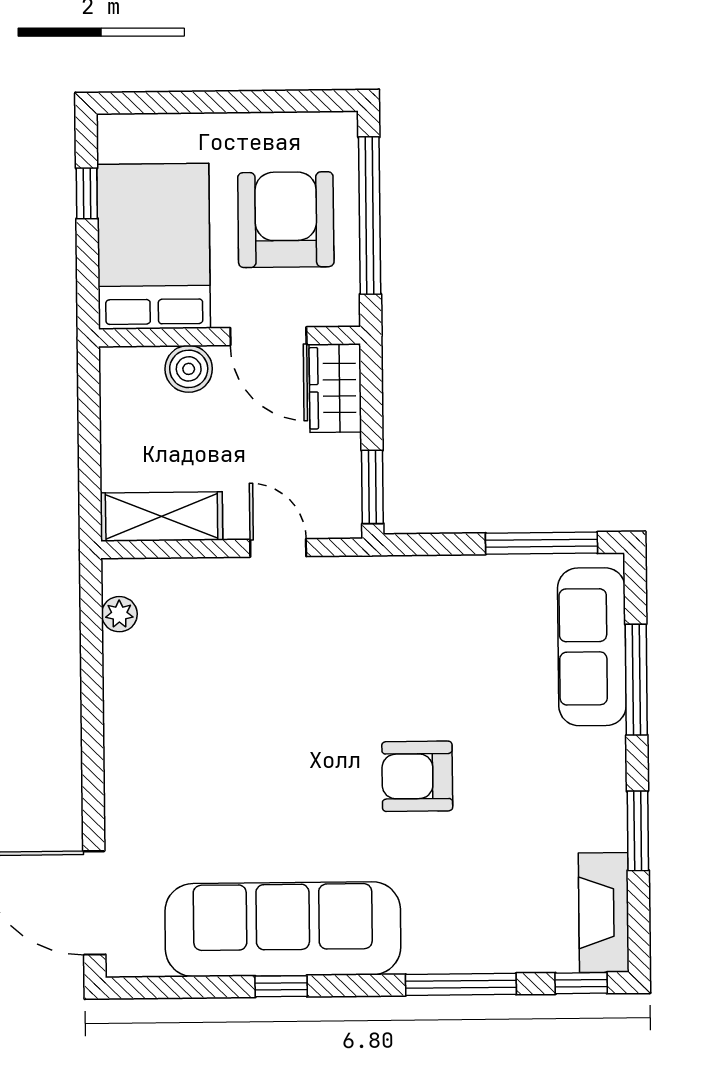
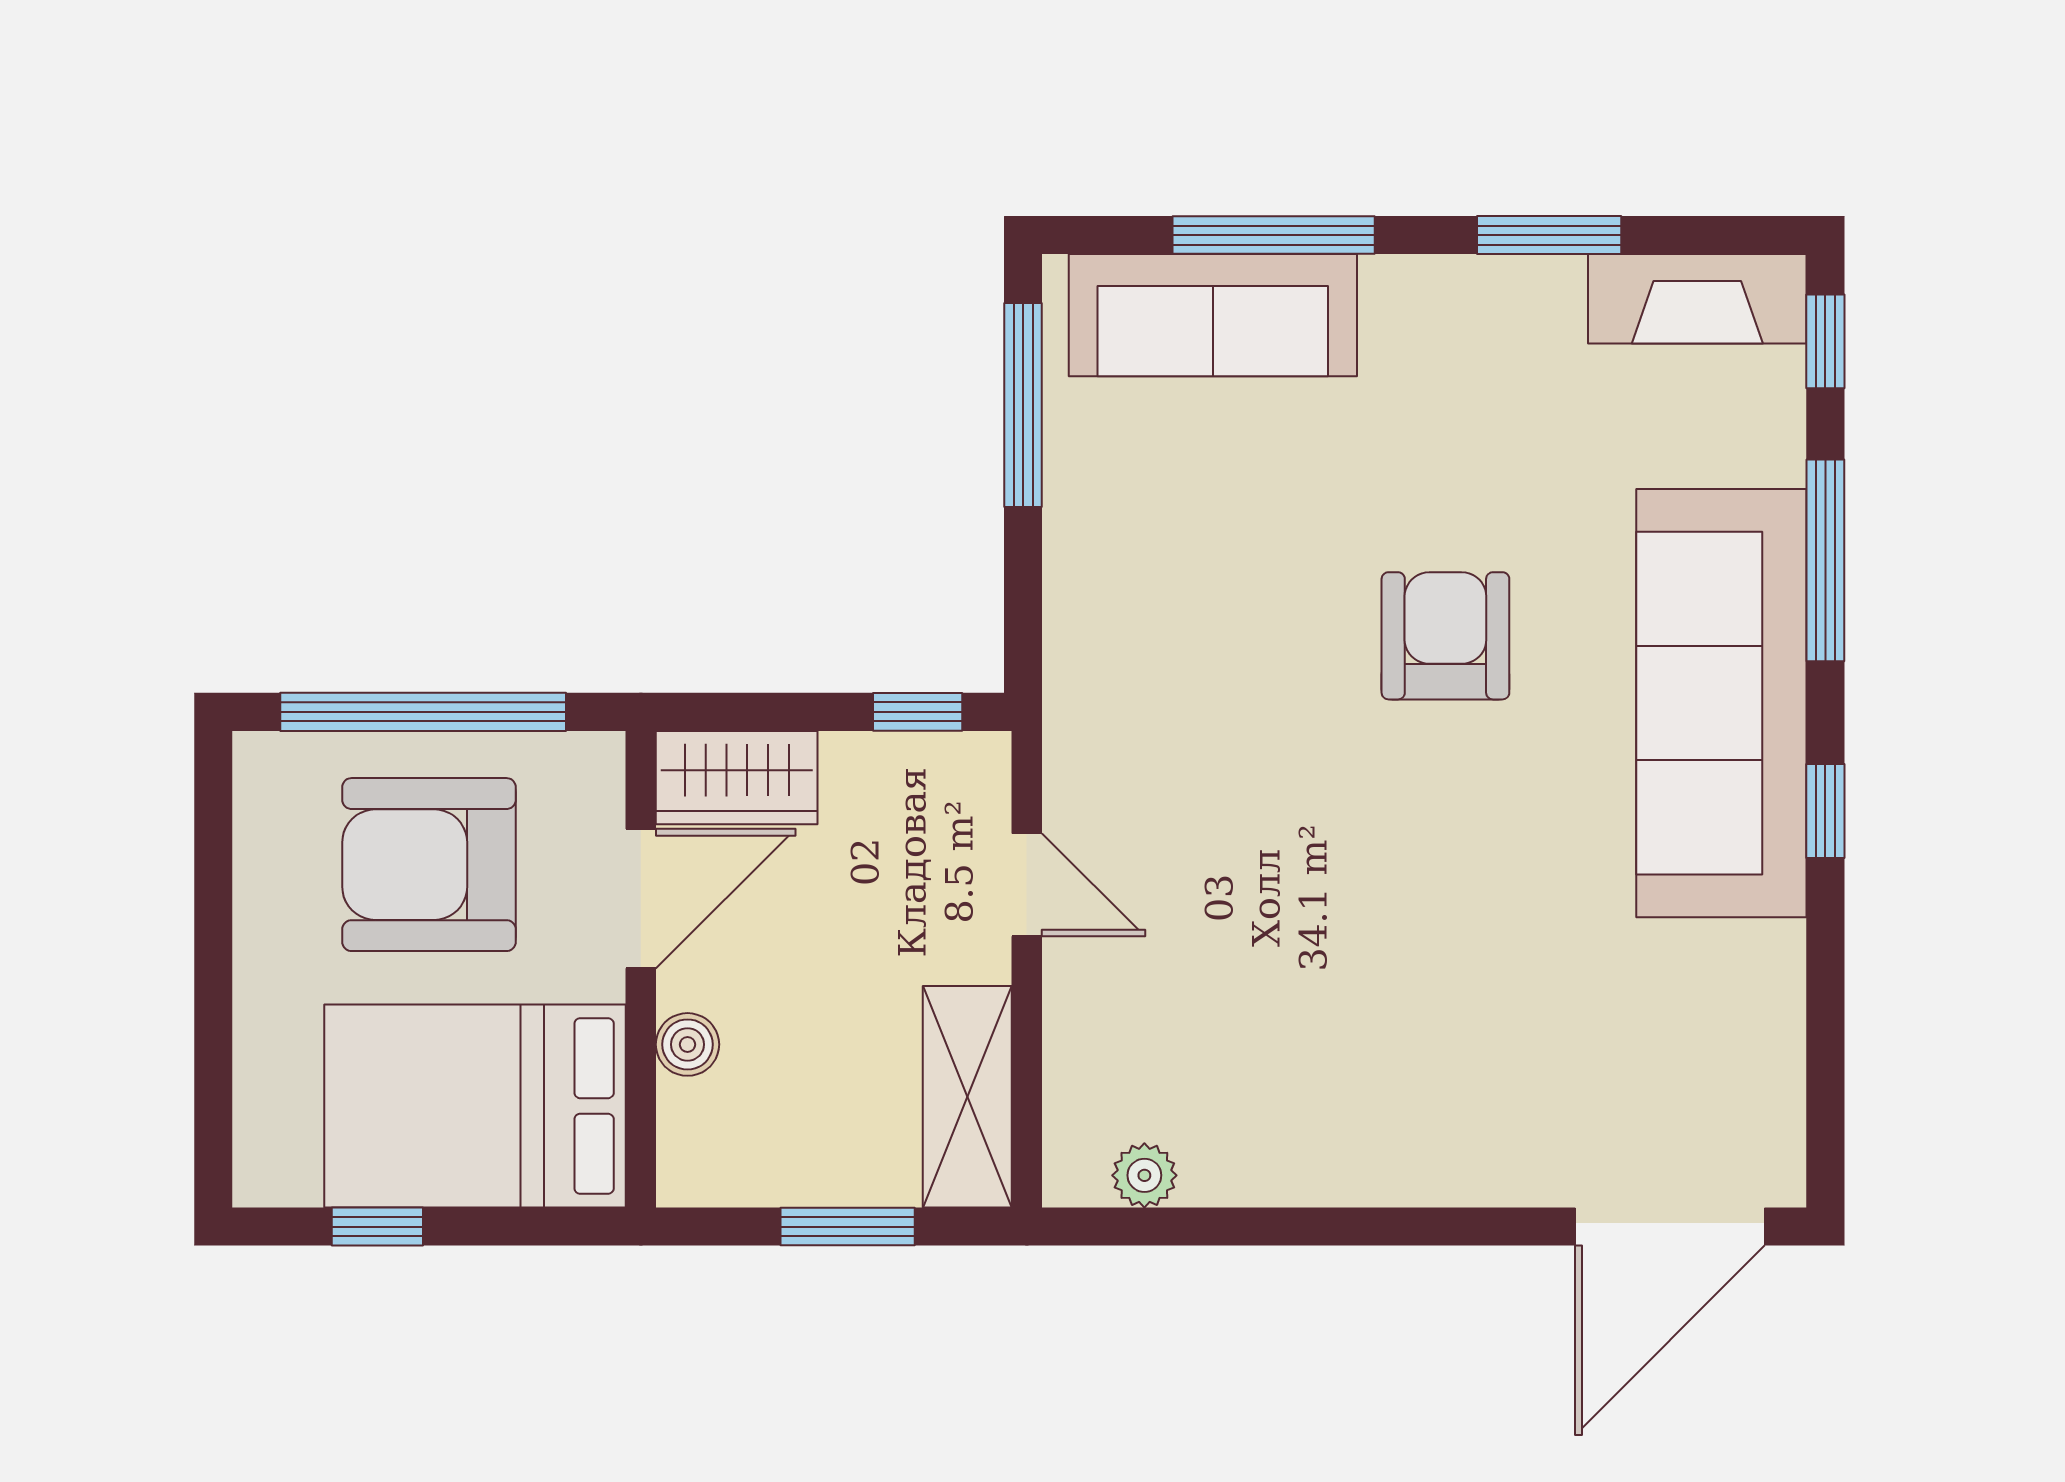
boiler: (189, 369) -> (688, 1044), width x0.73, depth x0.73
window: (90, 452) -> (848, 1227), added
window: (372, 487) -> (918, 712), width x0.67
door: (278, 548) -> (1027, 885), swing flipped
armchair: (417, 776) -> (1445, 636), turned 180
sofa: (283, 929) -> (1721, 703), moved
window: (281, 986) -> (1825, 811), moved

